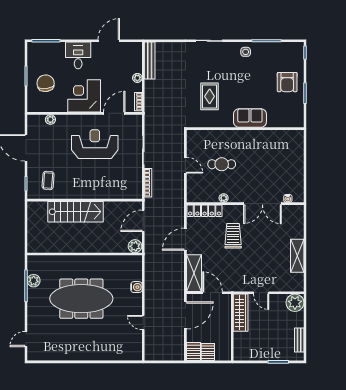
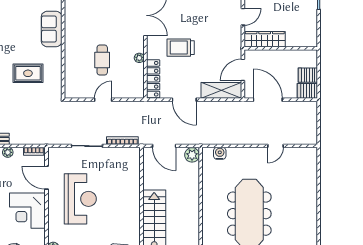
reception desk: (95, 144) -> (80, 199), turned 180
water cooler: (136, 287) -> (220, 153), moved

